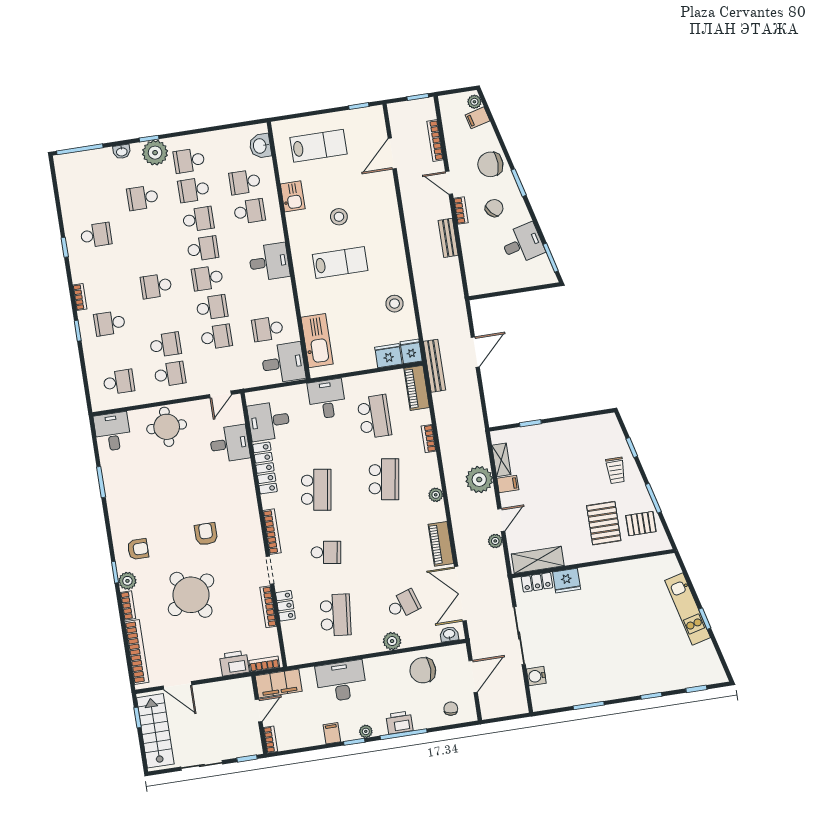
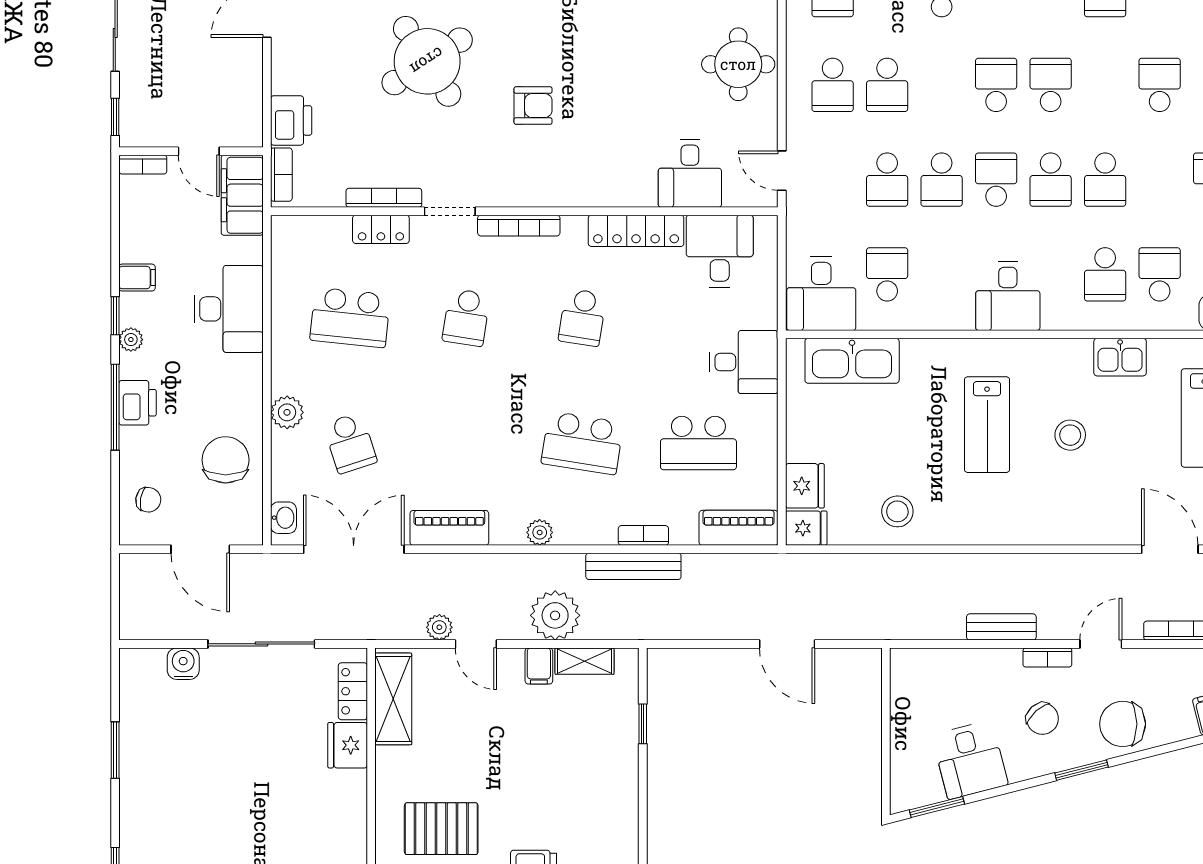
chair: (490, 164) -> (1123, 724), turned -90
school desk: (194, 190) -> (1051, 85), moved
bench: (434, 366) -> (633, 566), moved
school desk: (316, 490) -> (582, 317), width x0.54

